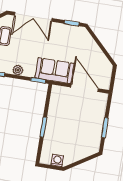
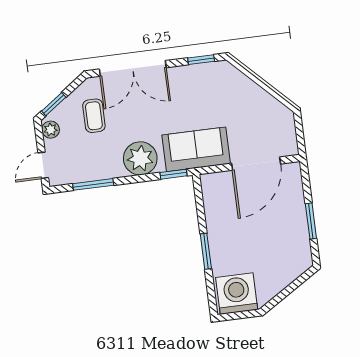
plant: (18, 70) -> (140, 158), width x1.87, depth x1.87
door: (84, 88) -> (256, 164), swing flipped
washing machine: (57, 161) -> (237, 293), width x1.89, depth x1.89

